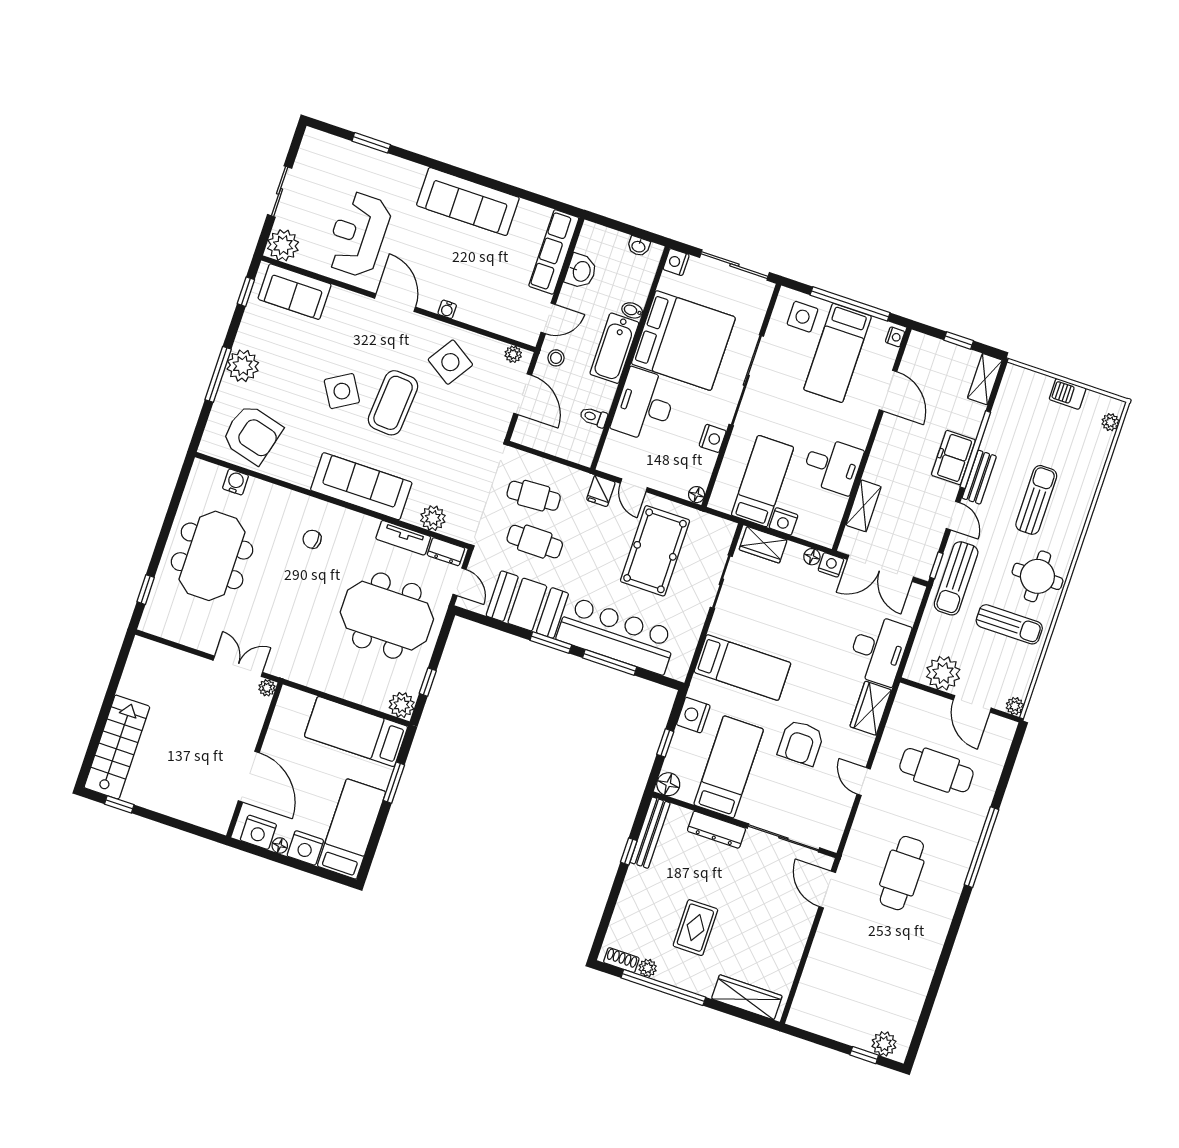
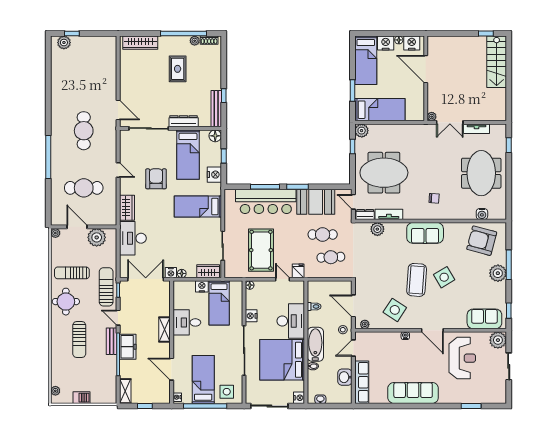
sofa: (361, 486) -> (425, 233), width x0.73
shelving: (864, 506) -> (164, 329), moved
tv unit: (194, 639) -> (476, 129), added

